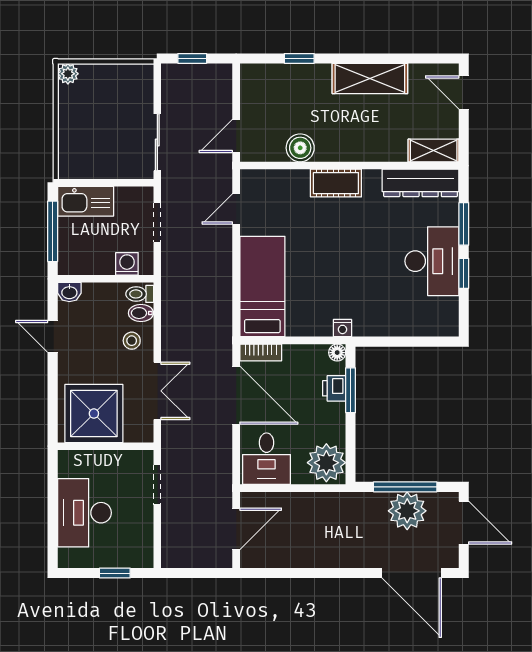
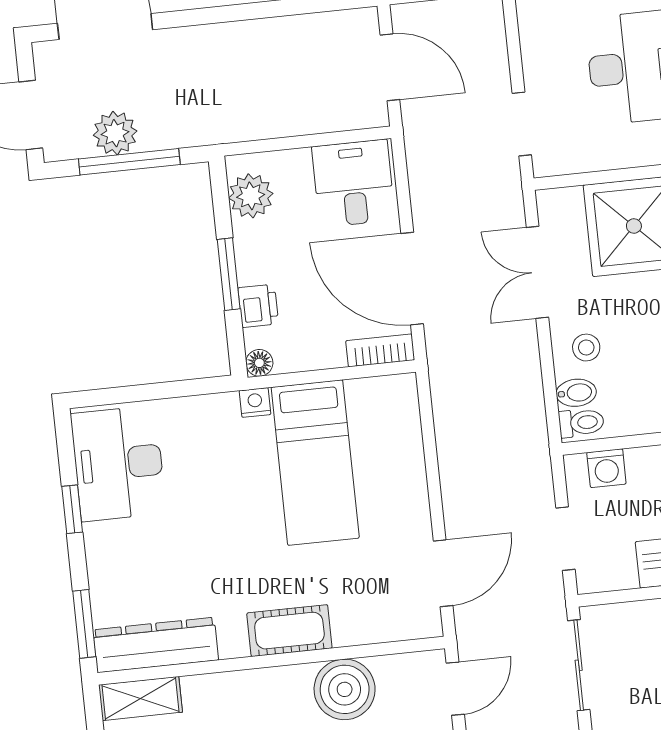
boiler: (300, 148) -> (345, 689), width x1.37, depth x1.37
door: (236, 209) -> (443, 573), width x1.38
window: (464, 224) -> (84, 624), moved
desk: (432, 261) -> (118, 463), moved
bed: (262, 287) -> (315, 463), moved
window: (351, 390) -> (229, 274), moved
plant: (326, 463) -> (251, 196), width x0.73, depth x0.73
plant: (407, 511) -> (115, 133), width x0.73, depth x0.73
door: (236, 529) -> (390, 67), swing flipped

